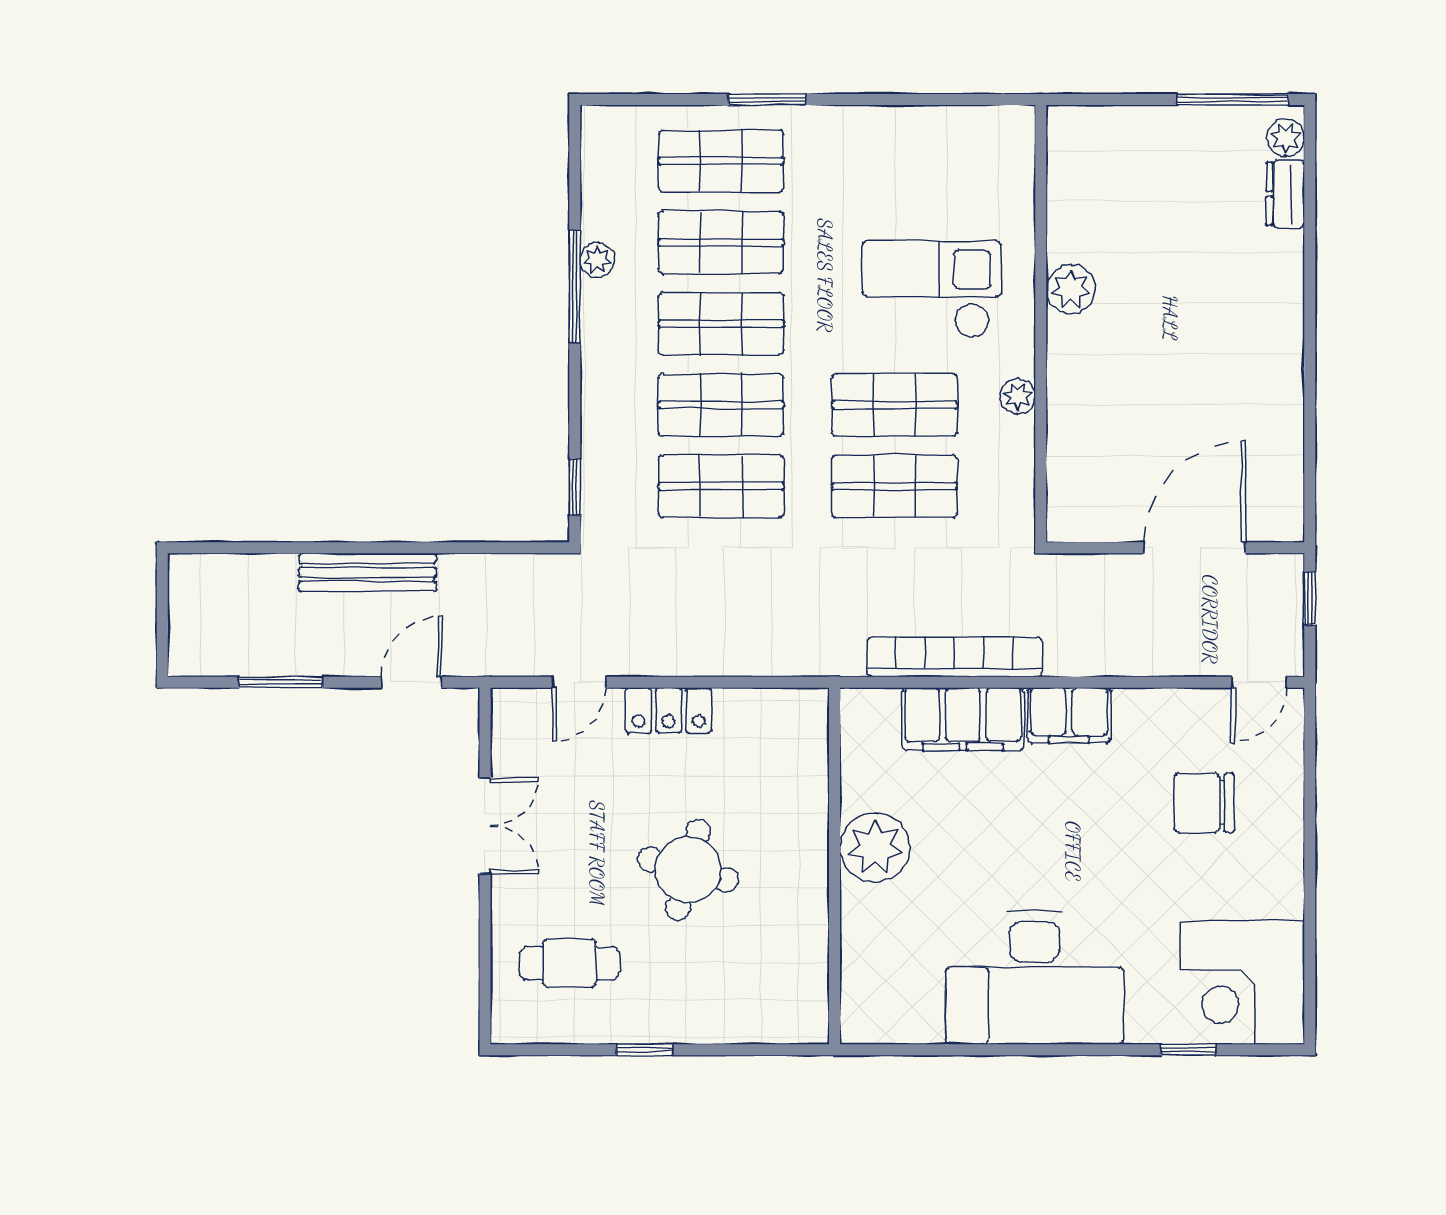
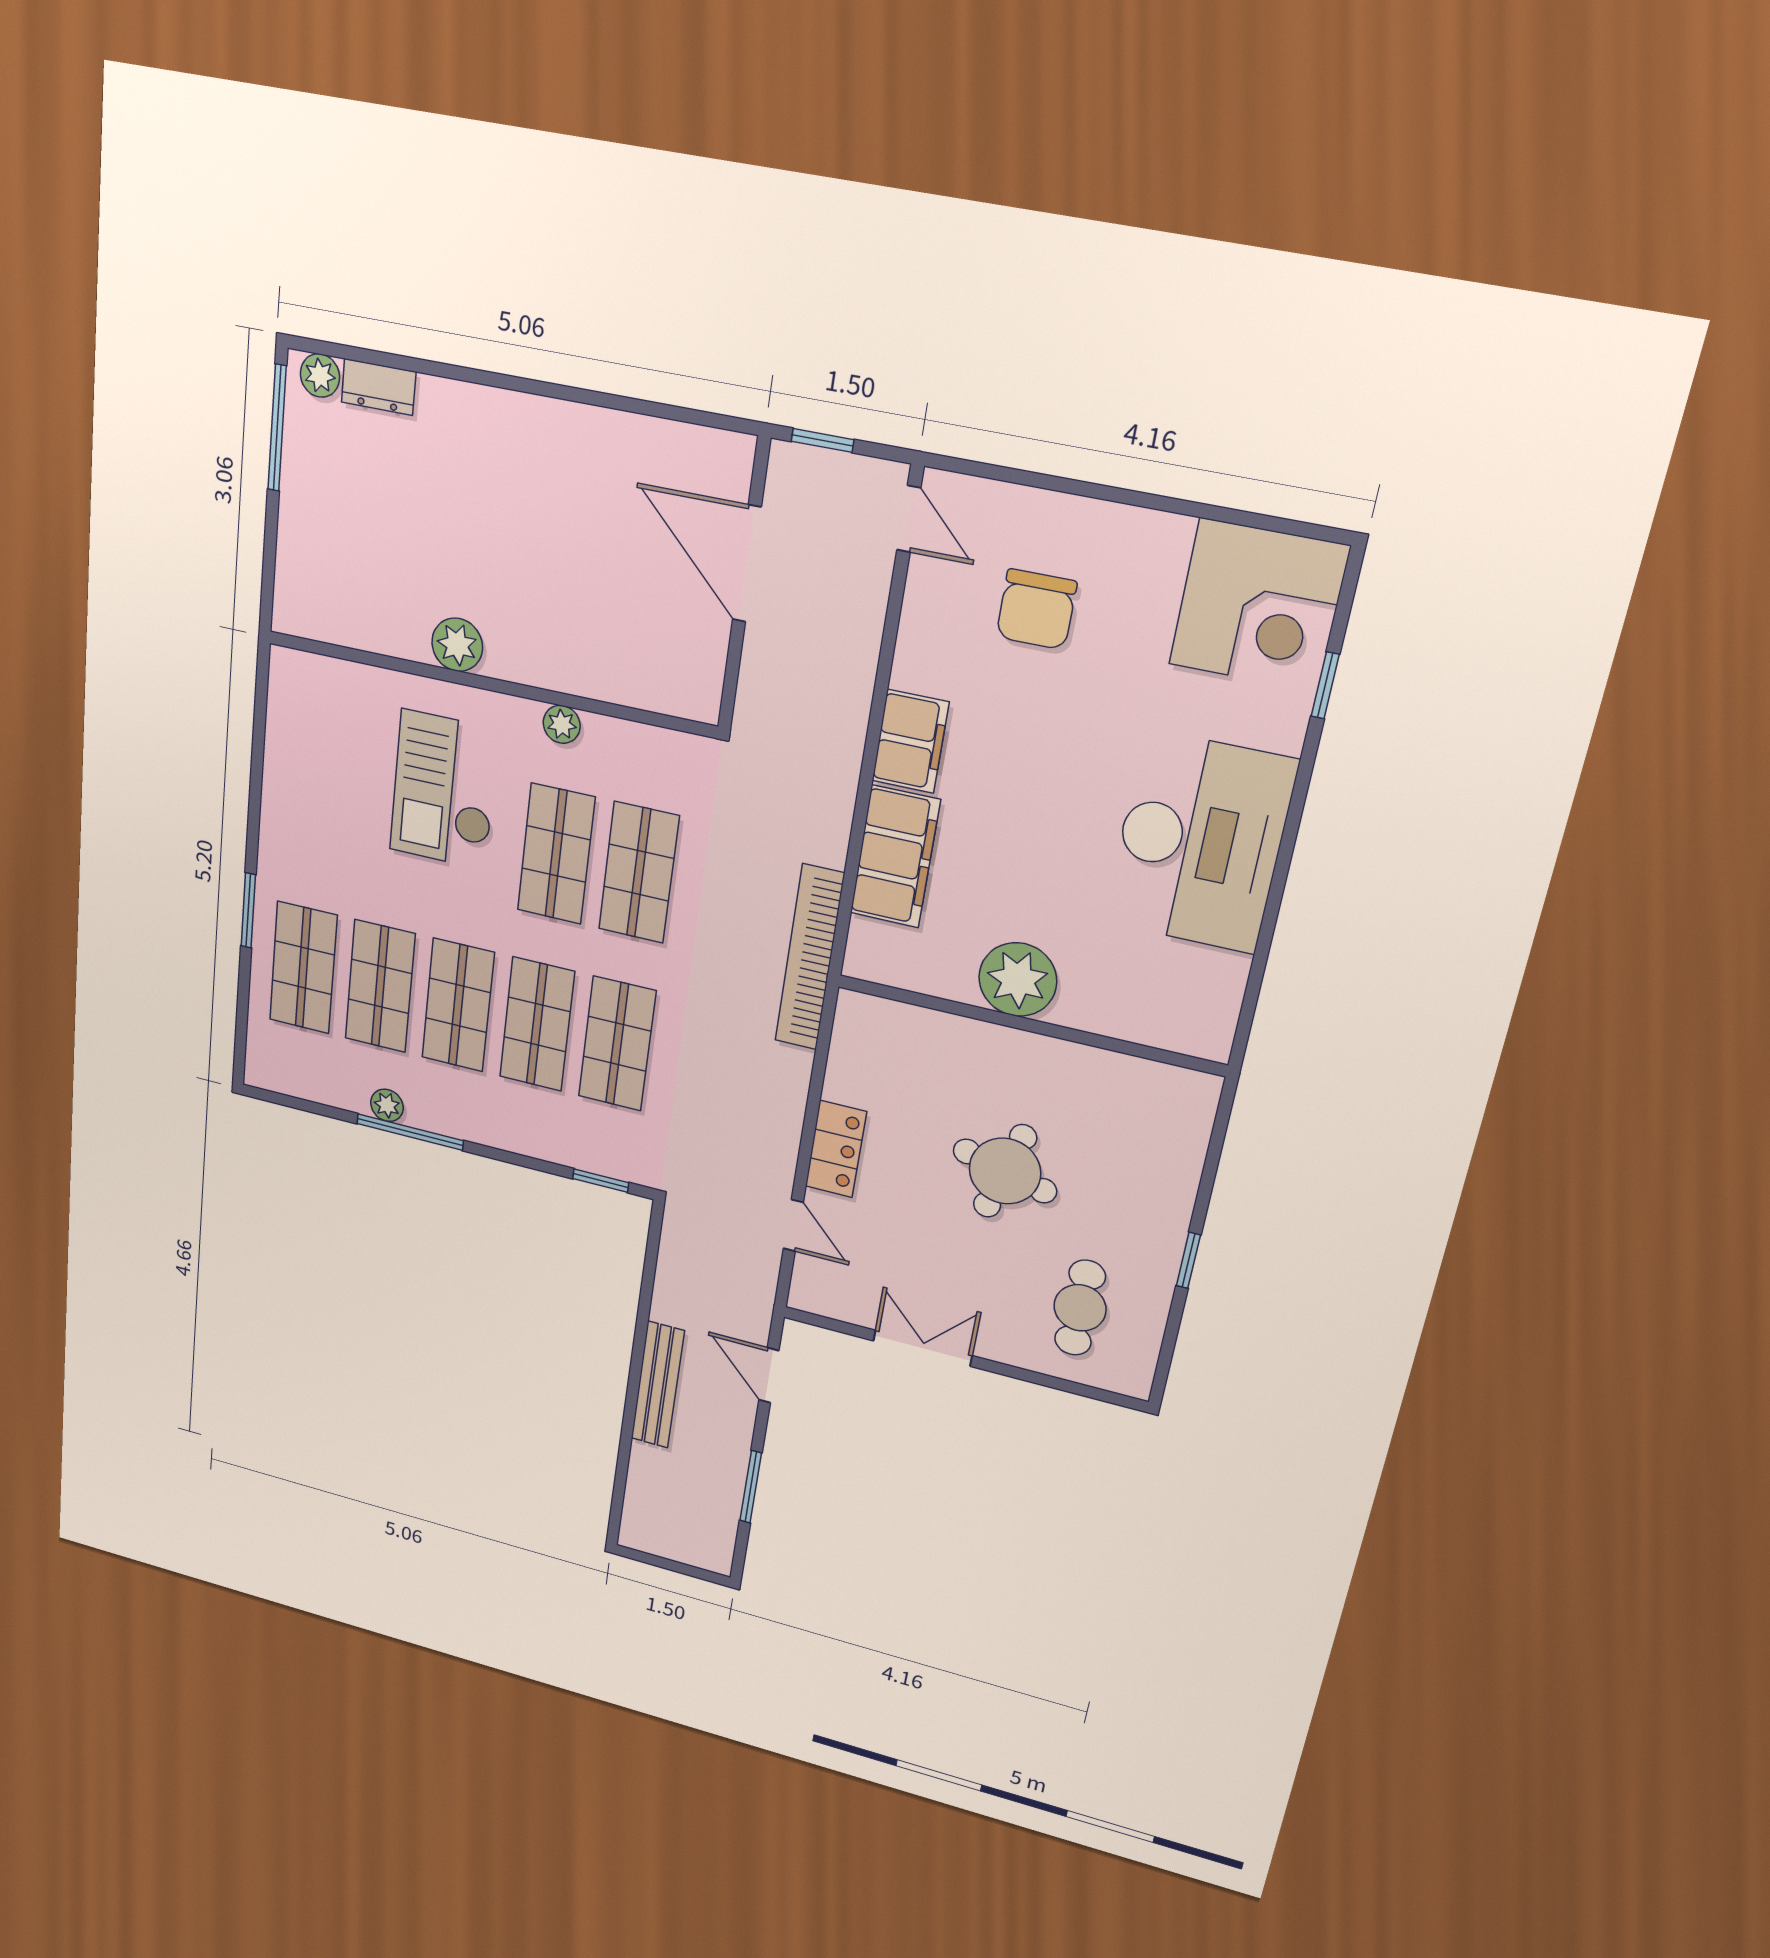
bookcase: (954, 657) -> (810, 958), moved

